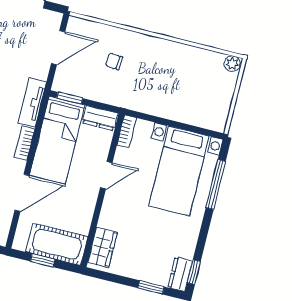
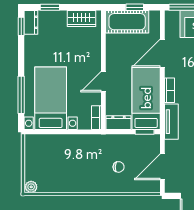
wardrobe: (102, 247) -> (82, 18), moved, turned -90

